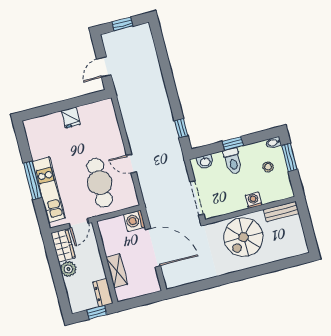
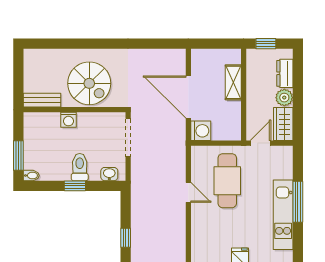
window: (181, 128) -> (126, 238), moved
stool: (268, 167) -> (44, 151), removed
kitchen unit: (49, 190) -> (283, 215), moved
spiral stairs: (243, 237) -> (89, 83), turned 90
dresser: (103, 293) -> (285, 73), moved, turned 180

